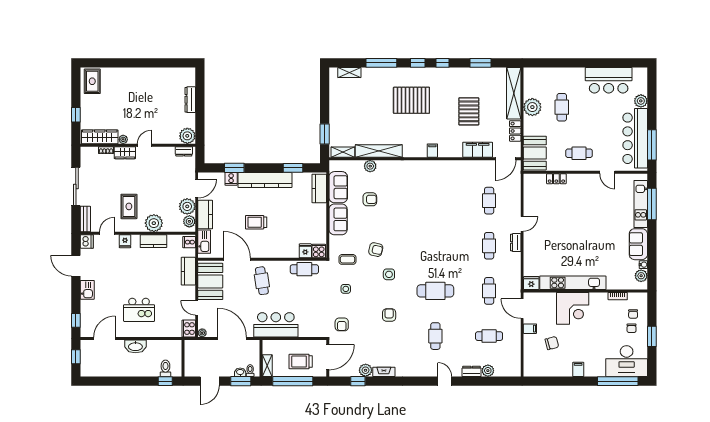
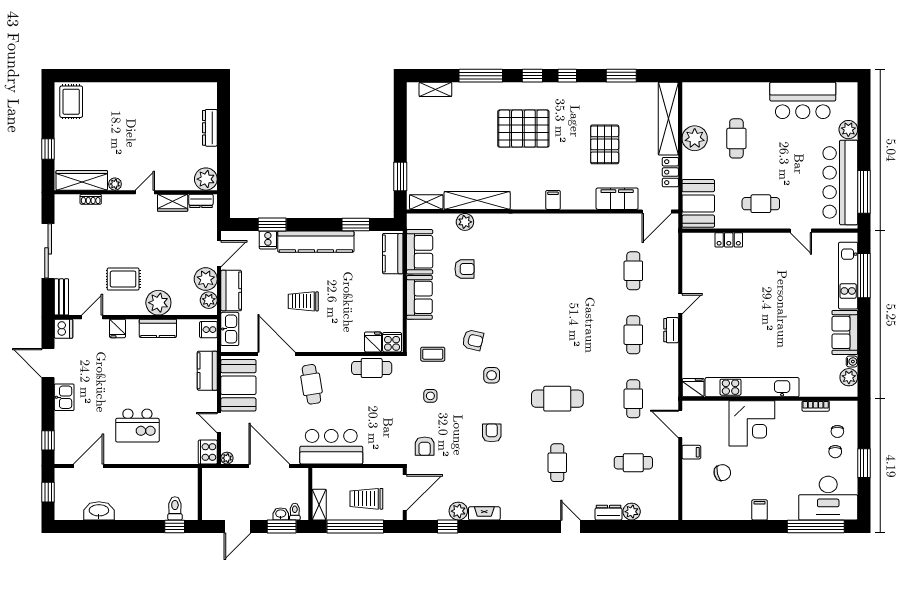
wardrobe: (125, 153) -> (173, 203), moved
rug: (129, 206) -> (123, 279), turned 90
washbasin: (135, 346) -> (99, 511), moved, turned 180

